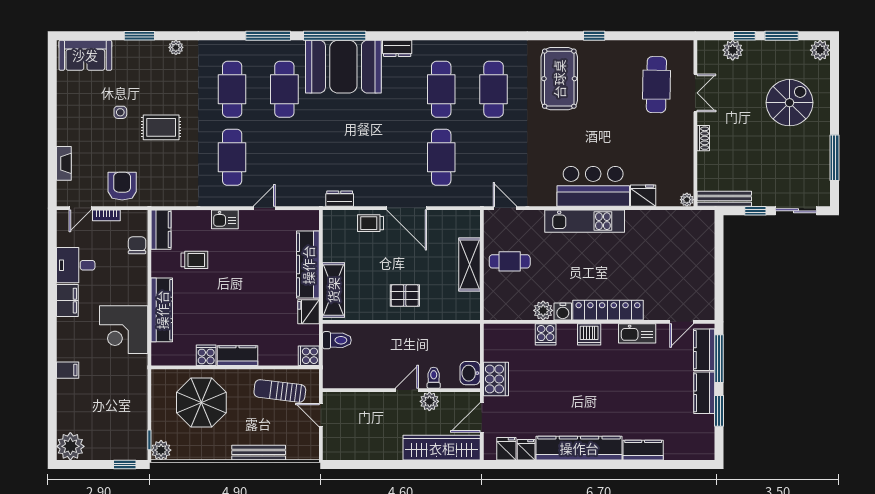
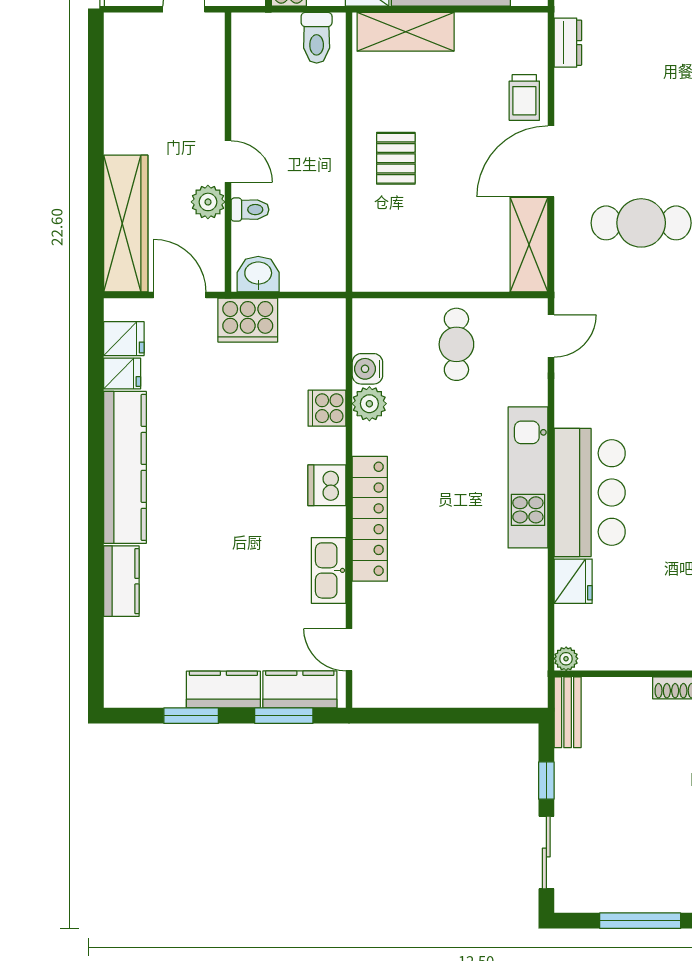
bench: (724, 199) -> (568, 712), width x0.73
trolley: (371, 223) -> (524, 97), turned 180
shelving: (469, 264) -> (529, 245), moved, turned 90
water cooler: (563, 312) -> (367, 369), moved
window: (719, 359) -> (284, 716), width x0.69

